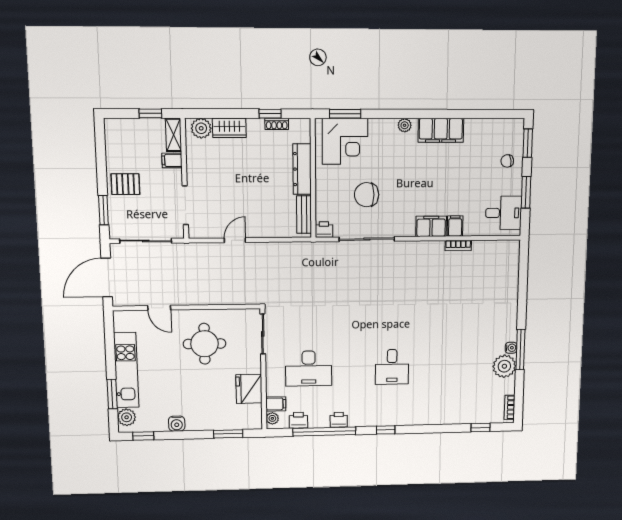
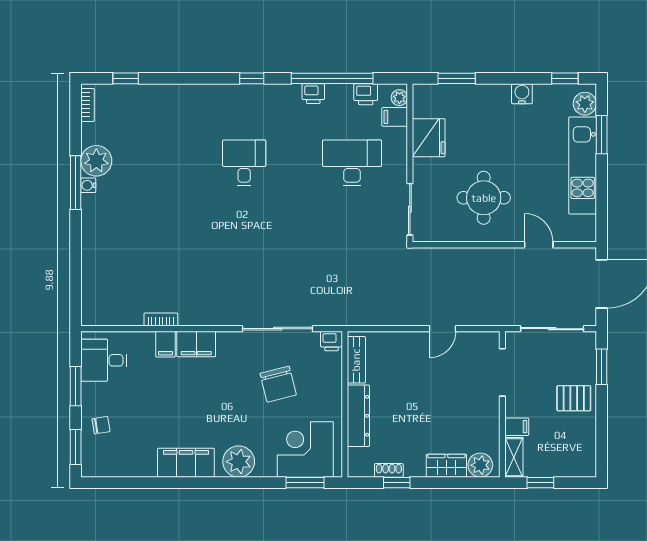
plant: (405, 125) -> (239, 462), width x1.87, depth x1.87
chair: (367, 195) -> (278, 384), turned 76

